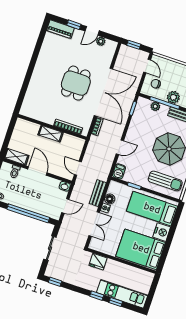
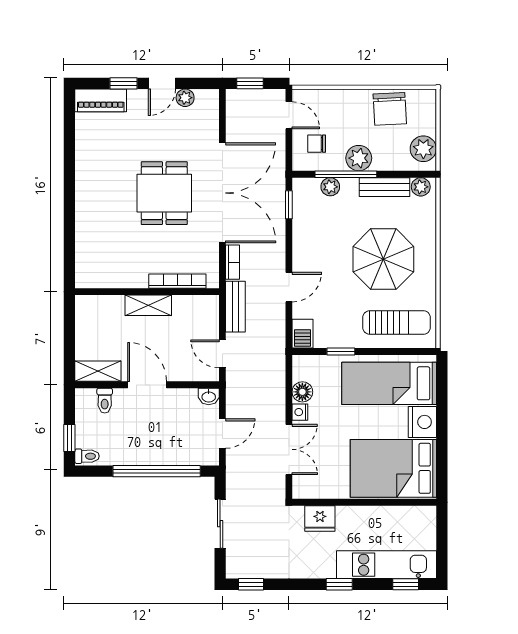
bench: (98, 193) -> (235, 307), moved
window: (116, 302) -> (406, 584), moved

